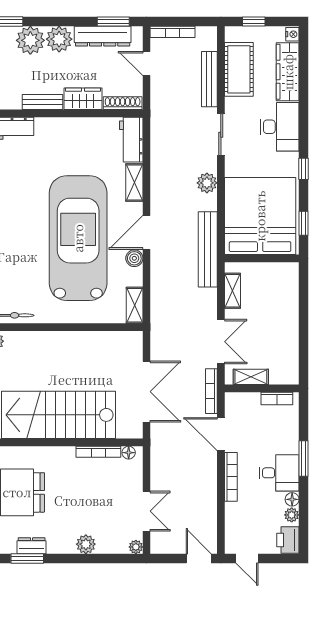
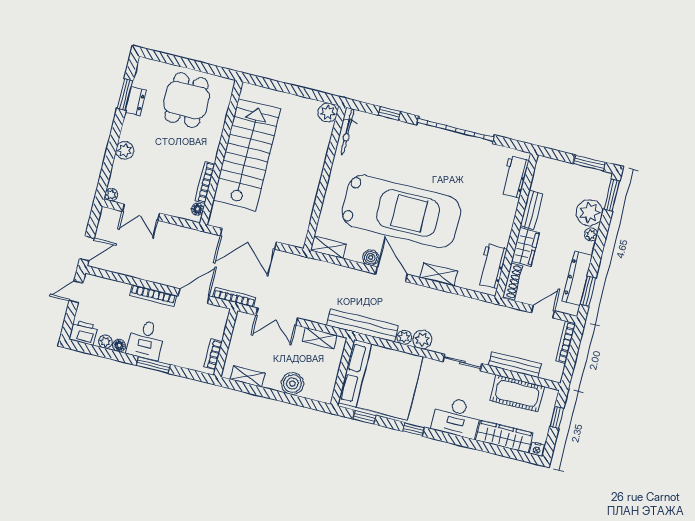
plant: (59, 39) -> (591, 235), width x0.53, depth x0.53
workbench: (131, 140) -> (492, 266), moved, turned -90
plant: (209, 202) -> (404, 337), added
boiler: (287, 308) -> (292, 384), added
shelving: (251, 377) -> (248, 376), moved, turned 90

